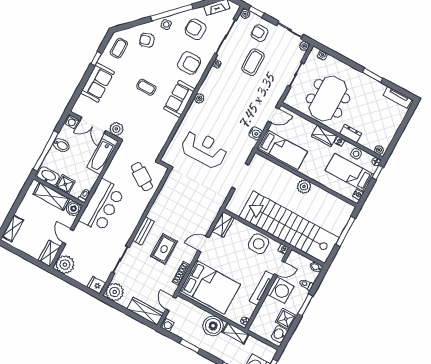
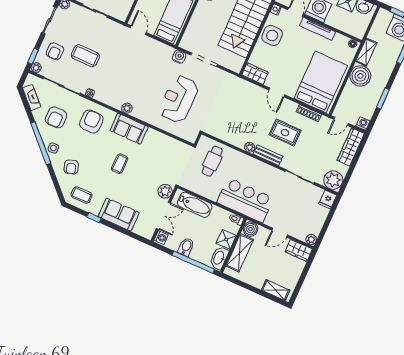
water cooler: (256, 133) -> (179, 57), moved
cafe table: (142, 177) -> (212, 161), turned -33
plant: (152, 214) -> (250, 147), added
plant: (65, 265) -> (311, 239), width x0.53, depth x0.53

